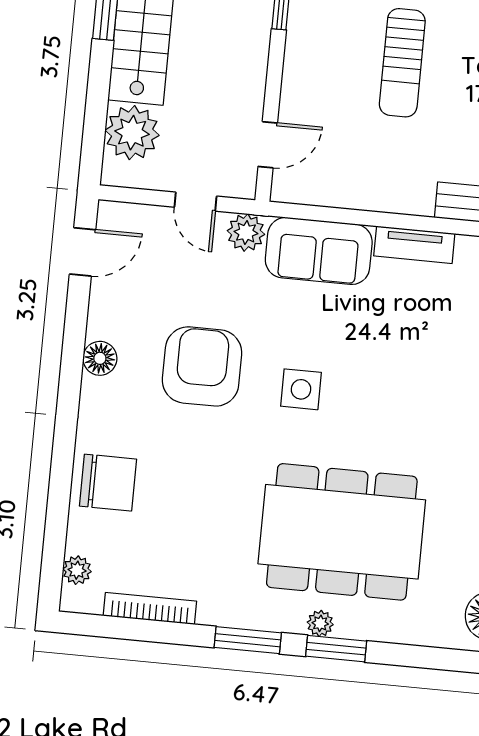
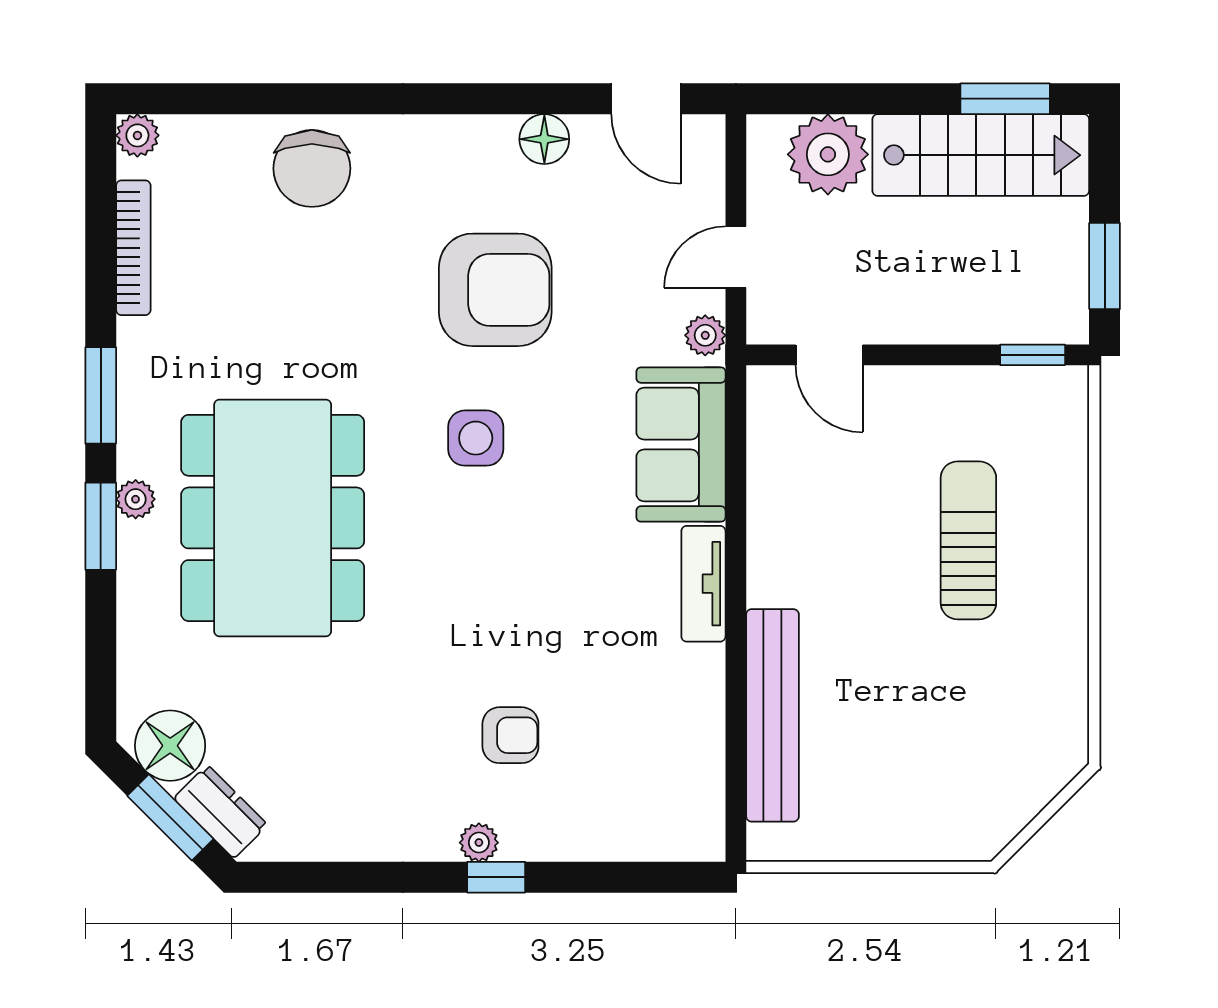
sun lounger: (402, 63) -> (968, 540), turned 90
plant: (246, 233) -> (705, 335), width x0.73, depth x0.73
floor lamp: (100, 358) -> (544, 139), moved
plant: (77, 570) -> (137, 135), moved

